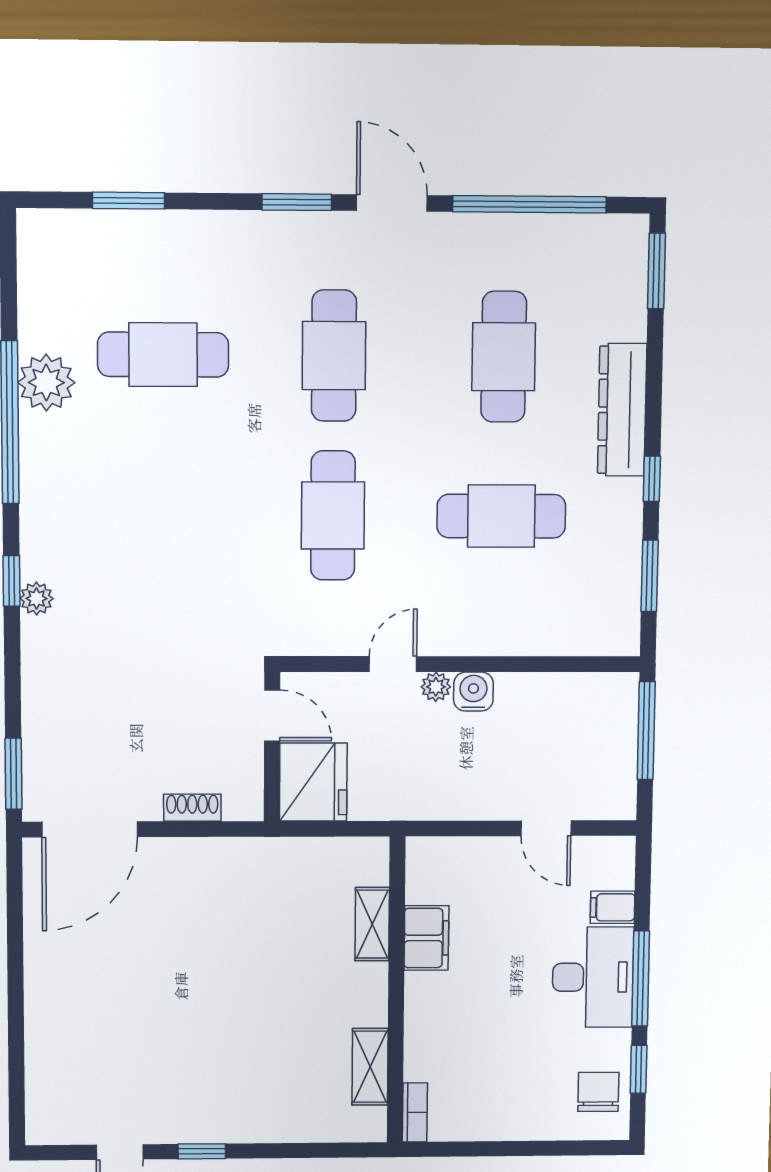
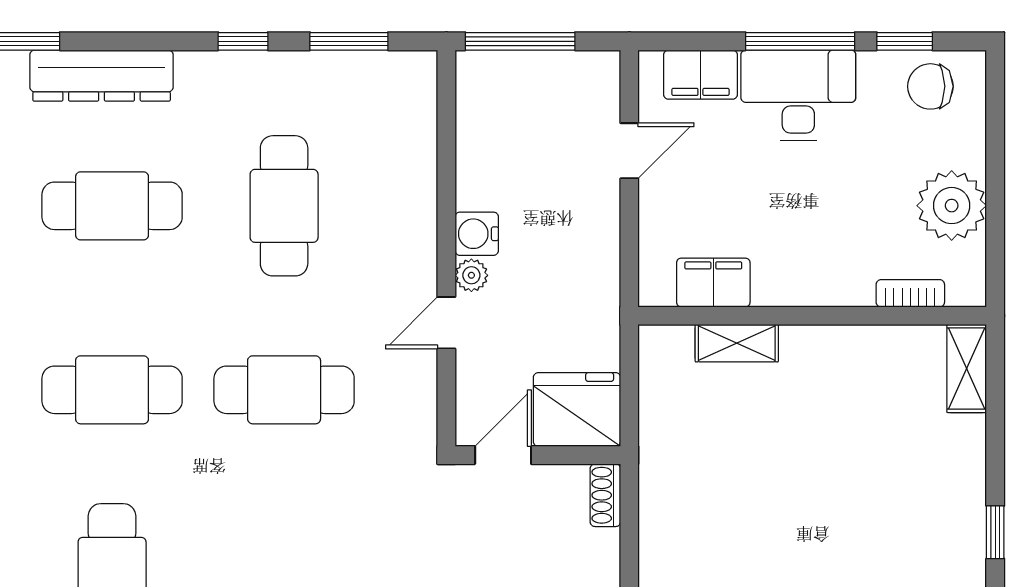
dresser: (622, 410) -> (102, 76), moved
door: (393, 664) -> (446, 323), hinge flipped
shoe rack: (192, 808) -> (605, 495), moved
filing cabinet: (613, 907) -> (700, 75), width x2.00
filing cabinet: (426, 938) -> (713, 283), moved
shelving: (370, 1067) -> (967, 369), moved, turned 90
plant: (493, 1111) -> (952, 206), added
bookcase: (415, 1112) -> (910, 293), moved

